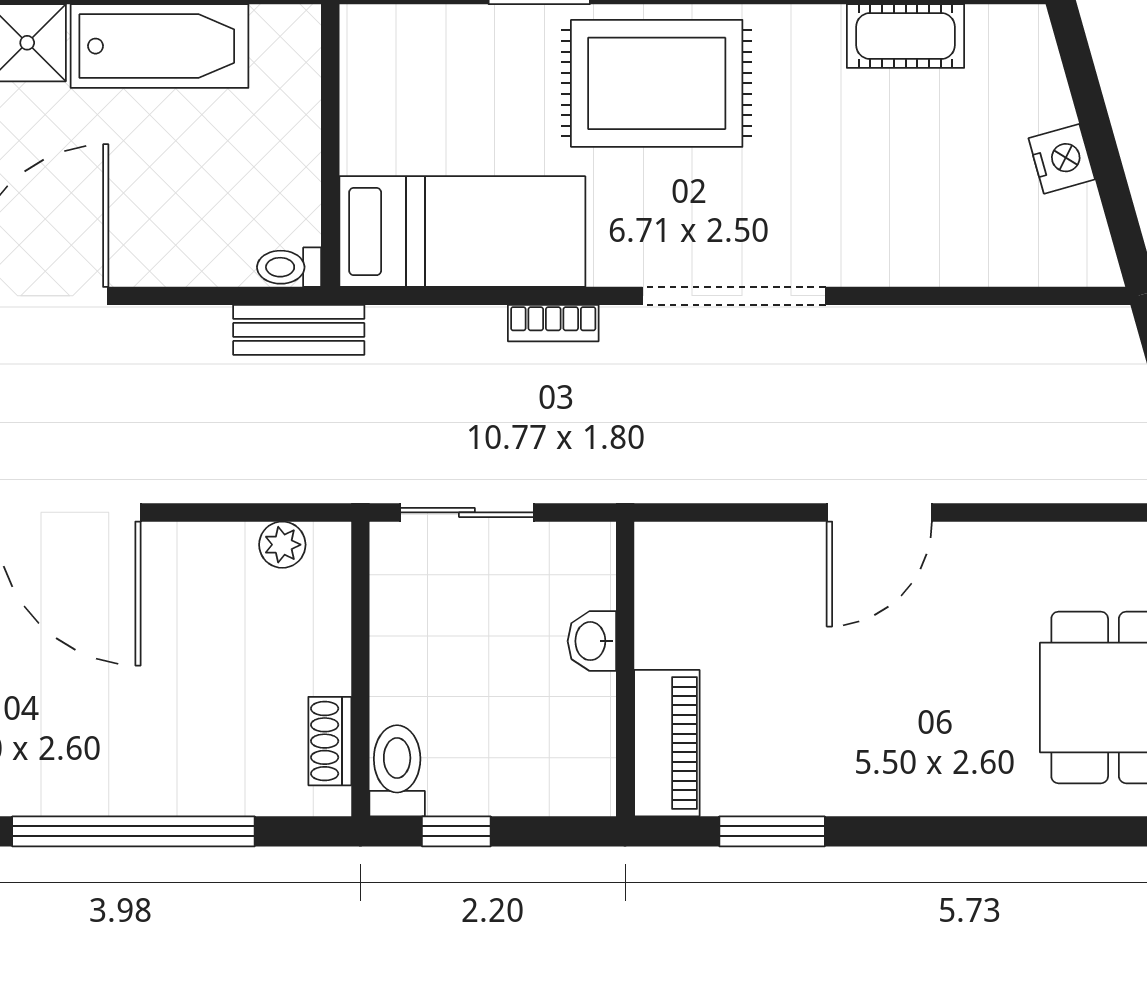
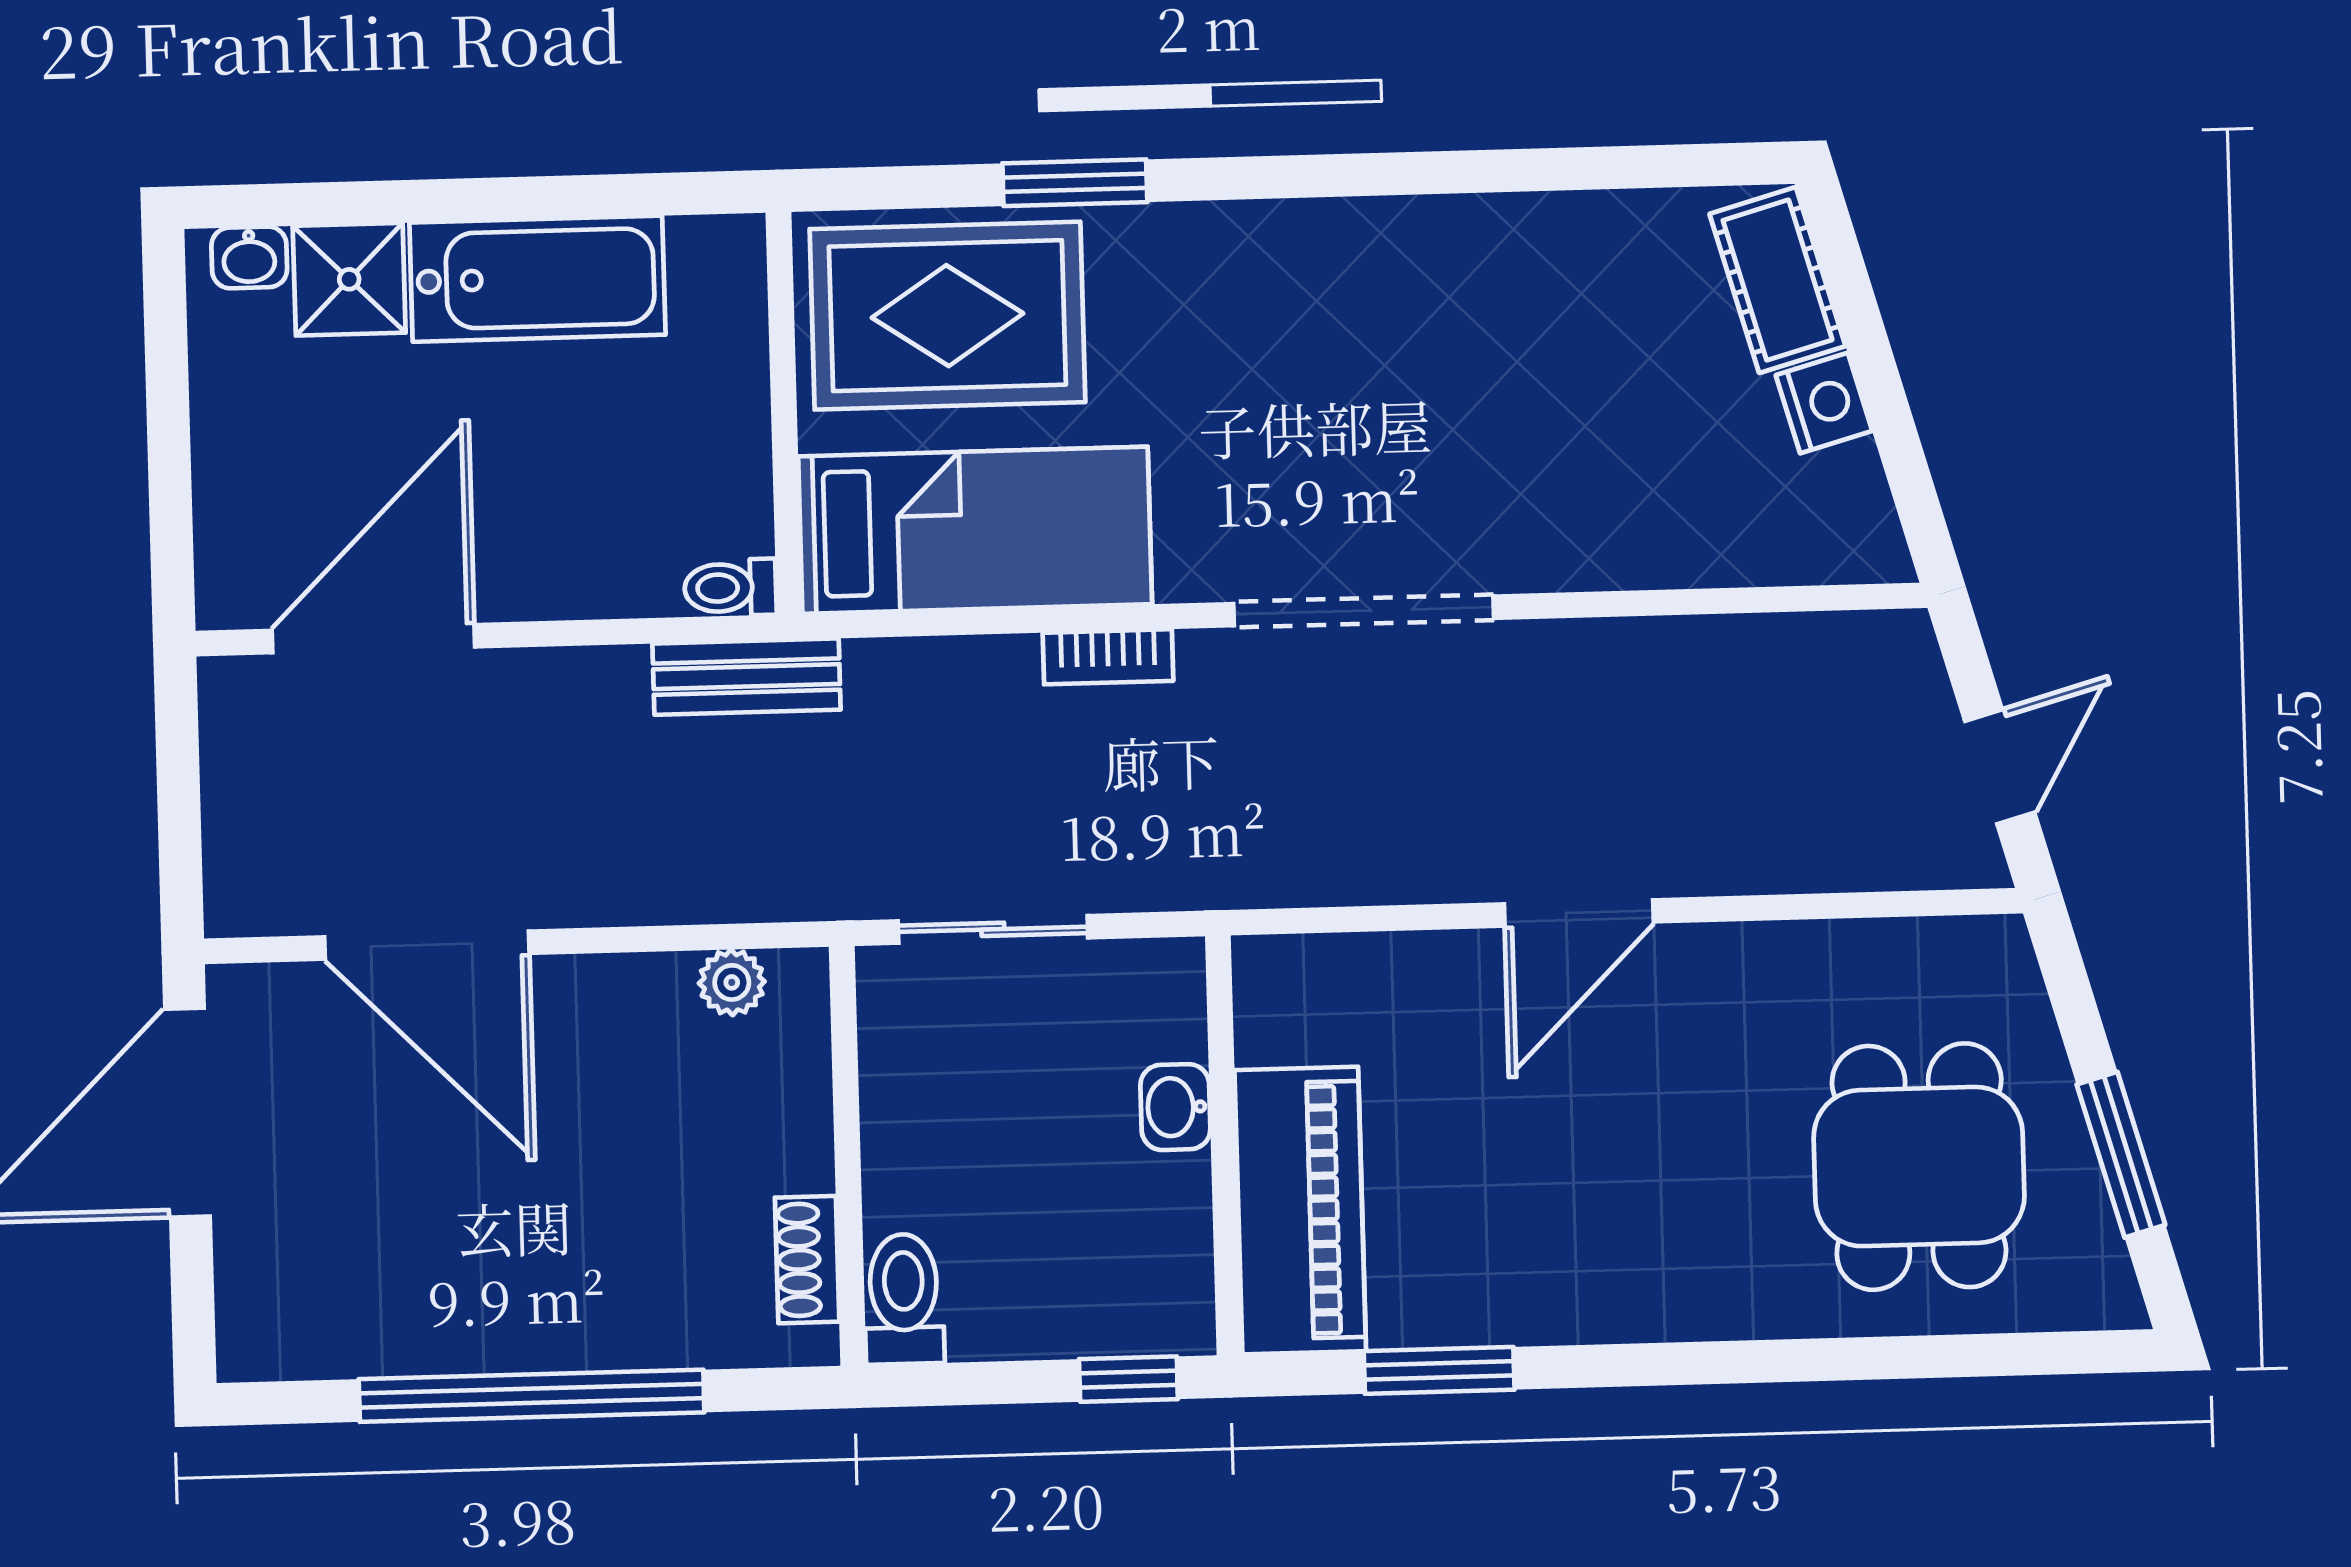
cot: (906, 36) -> (1778, 280), moved, turned 74
rug: (657, 83) -> (947, 316), moved
piano: (667, 743) -> (1300, 1211), width x1.37, depth x1.33
window: (456, 831) -> (1128, 1379), moved

